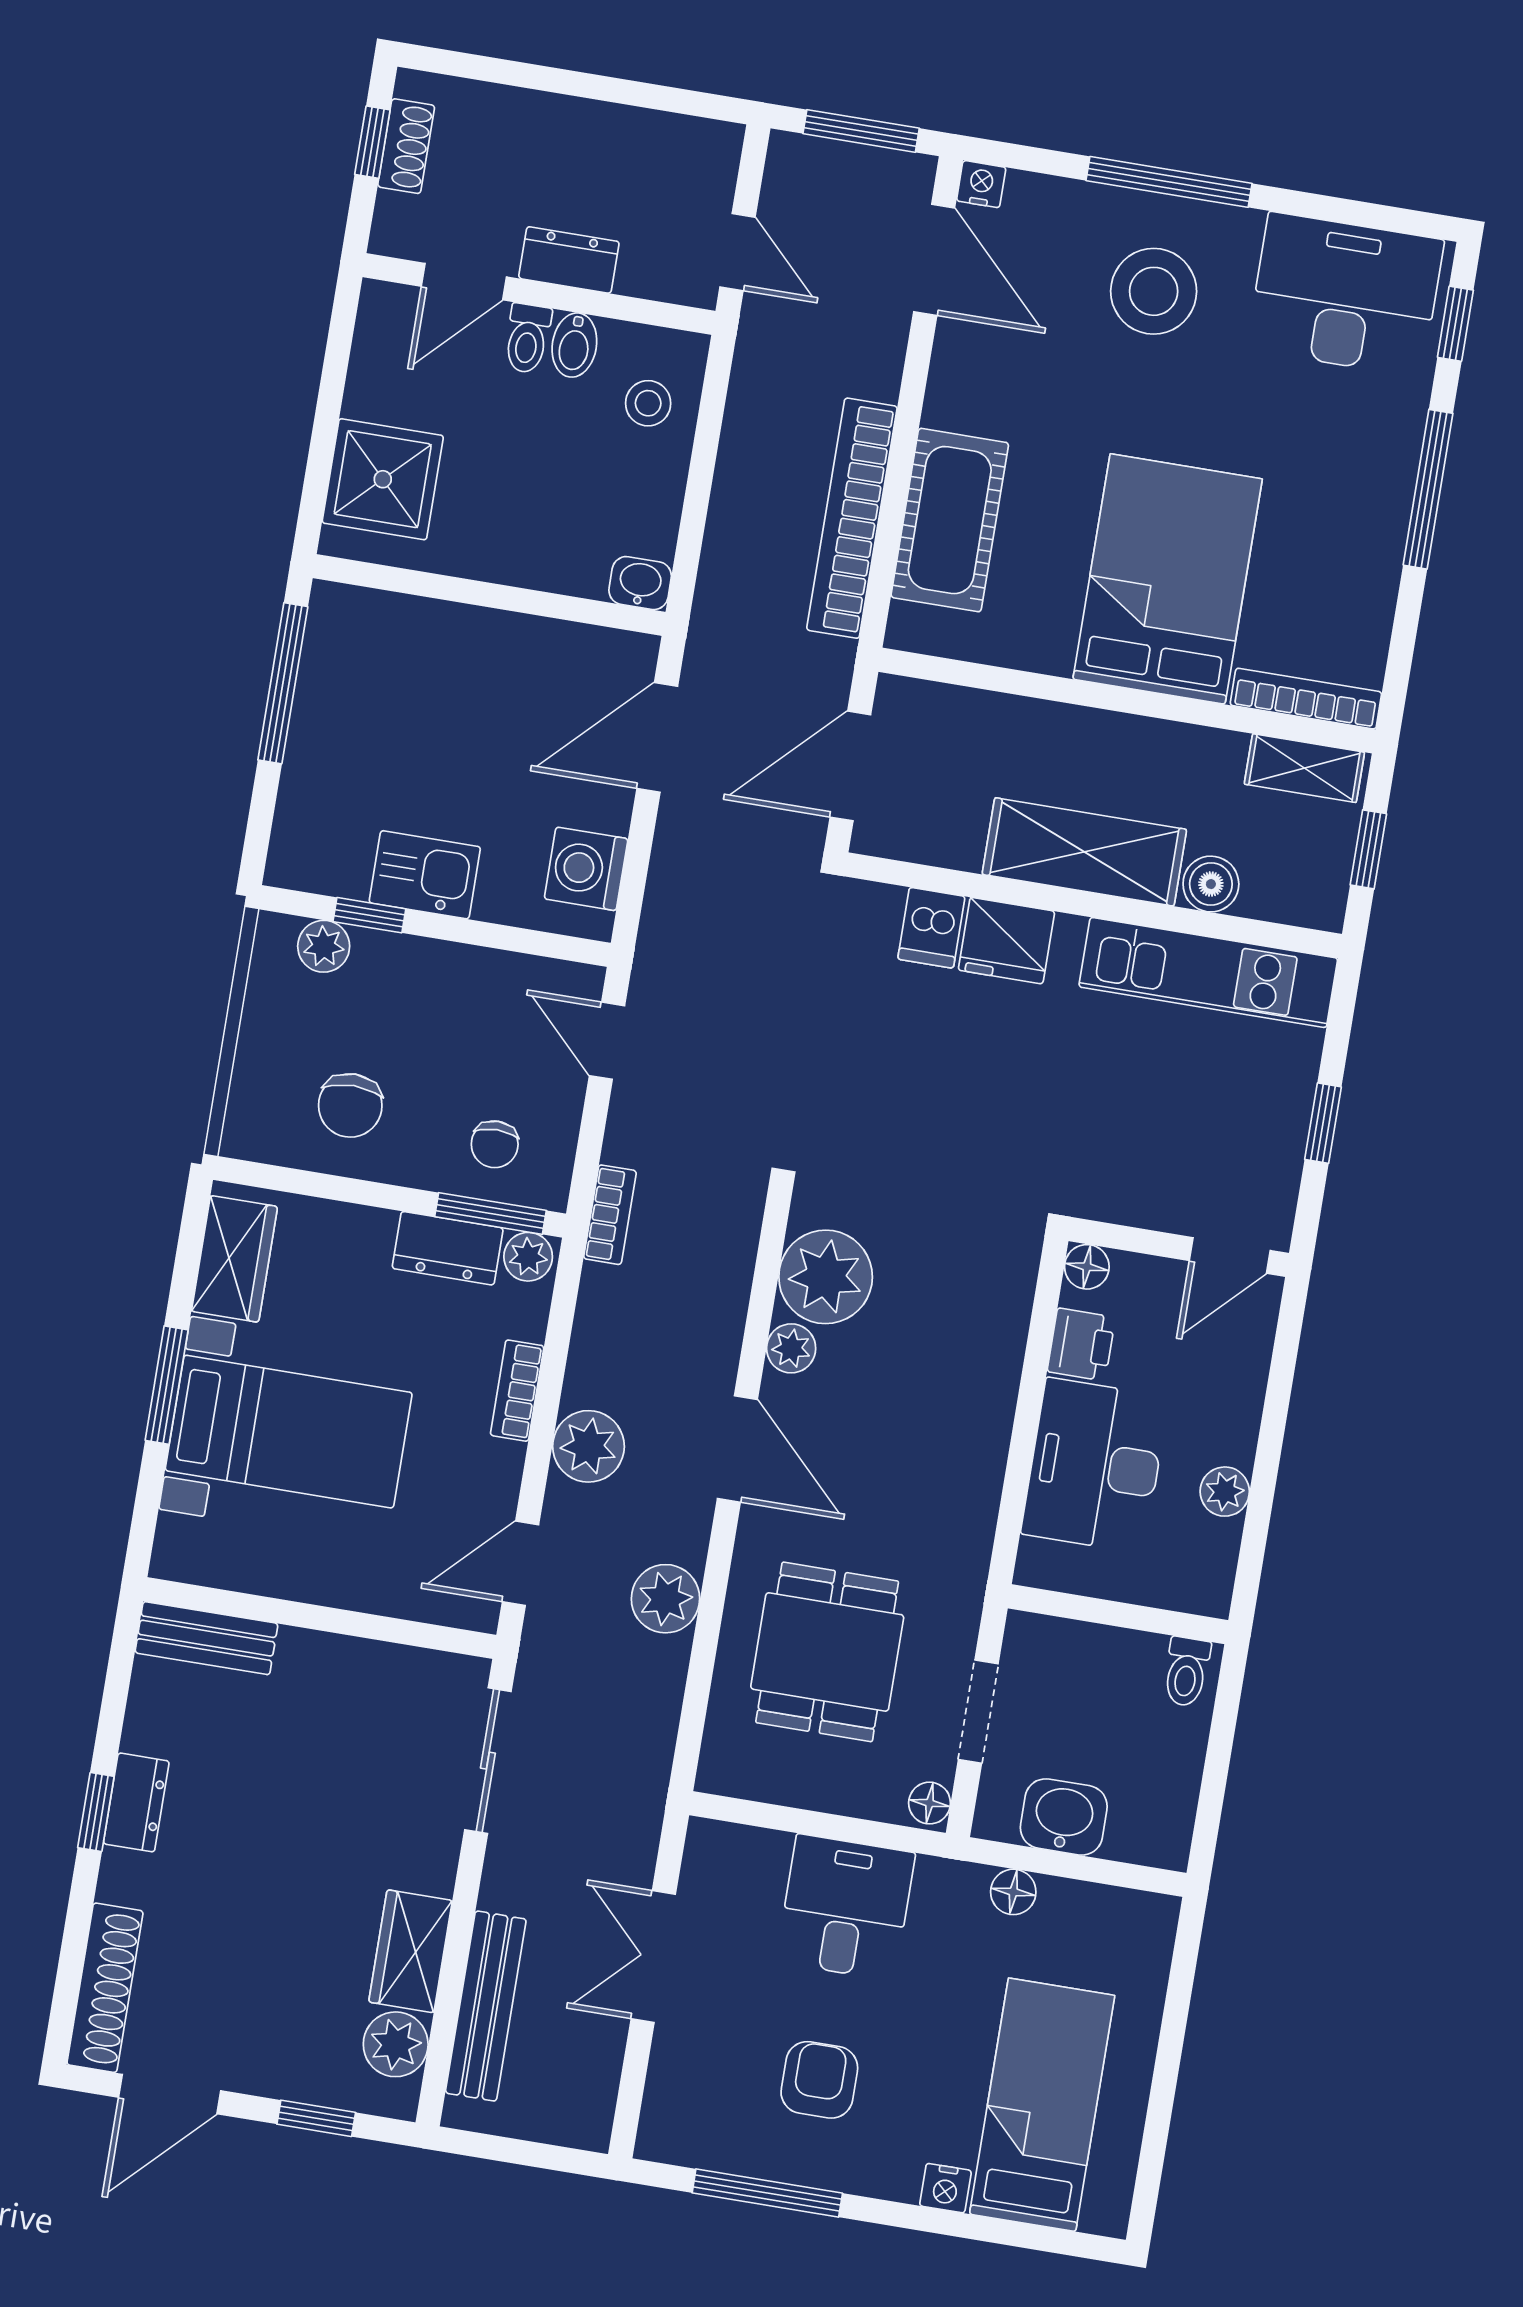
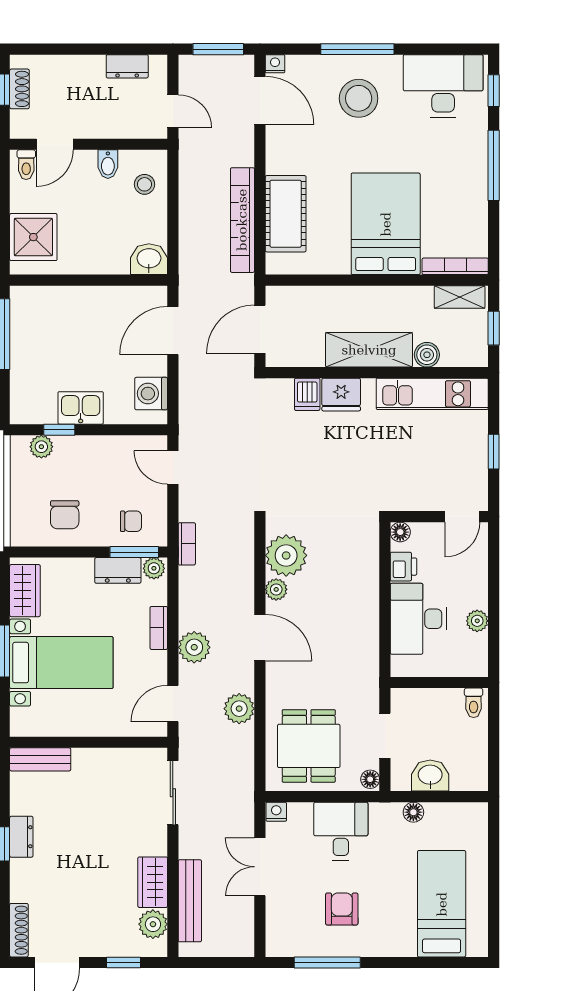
dresser: (569, 260) -> (127, 66), moved, turned 180
toilet: (527, 338) -> (26, 165), moved
washbasin: (640, 583) -> (149, 259), width x1.38, depth x1.45
chair: (495, 1144) -> (131, 521), turned -90
dining table: (827, 1652) -> (309, 746), moved
shoe rack: (105, 1988) -> (19, 930), width x0.74, depth x0.81
nightstand: (945, 2188) -> (276, 812), moved, turned 180

